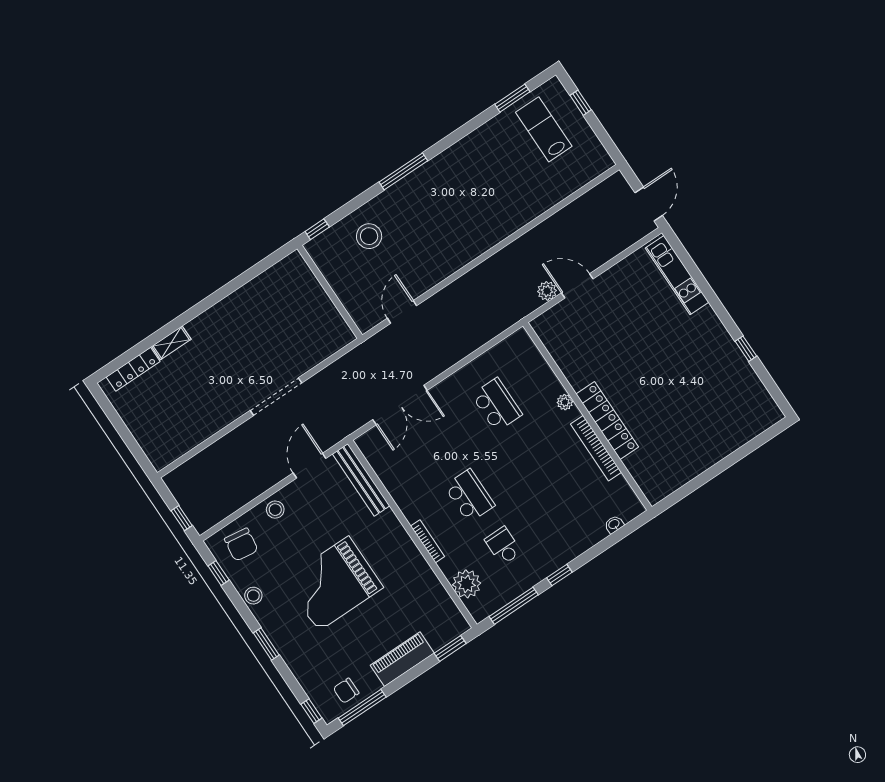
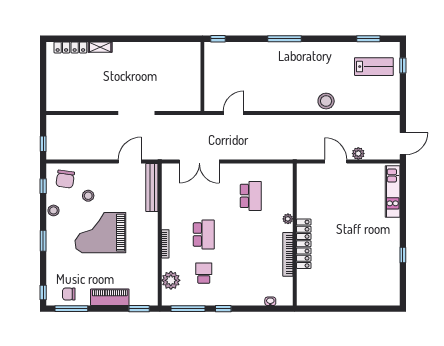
lab bench: (544, 129) -> (374, 67), turned 90
stool: (369, 236) -> (326, 101), moved
plant: (547, 291) -> (358, 154), moved
stool: (275, 510) -> (88, 196), moved

